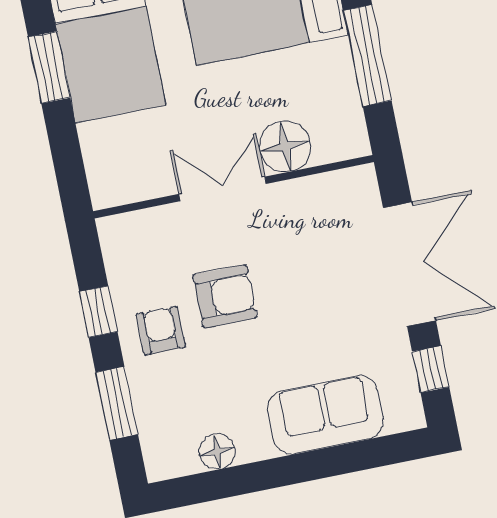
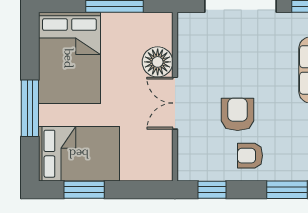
window: (98, 312) -> (212, 190), moved

